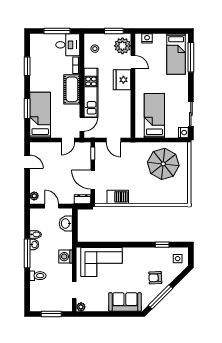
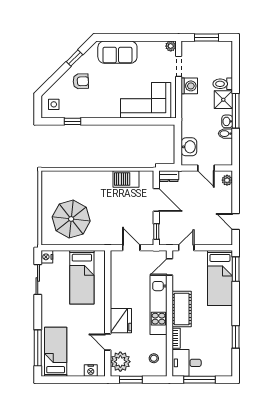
window: (27, 109) -> (236, 269), moved
washing machine: (66, 257) -> (189, 86), moved
shower: (37, 262) -> (223, 100), added
window: (160, 297) -> (74, 58), width x0.46

